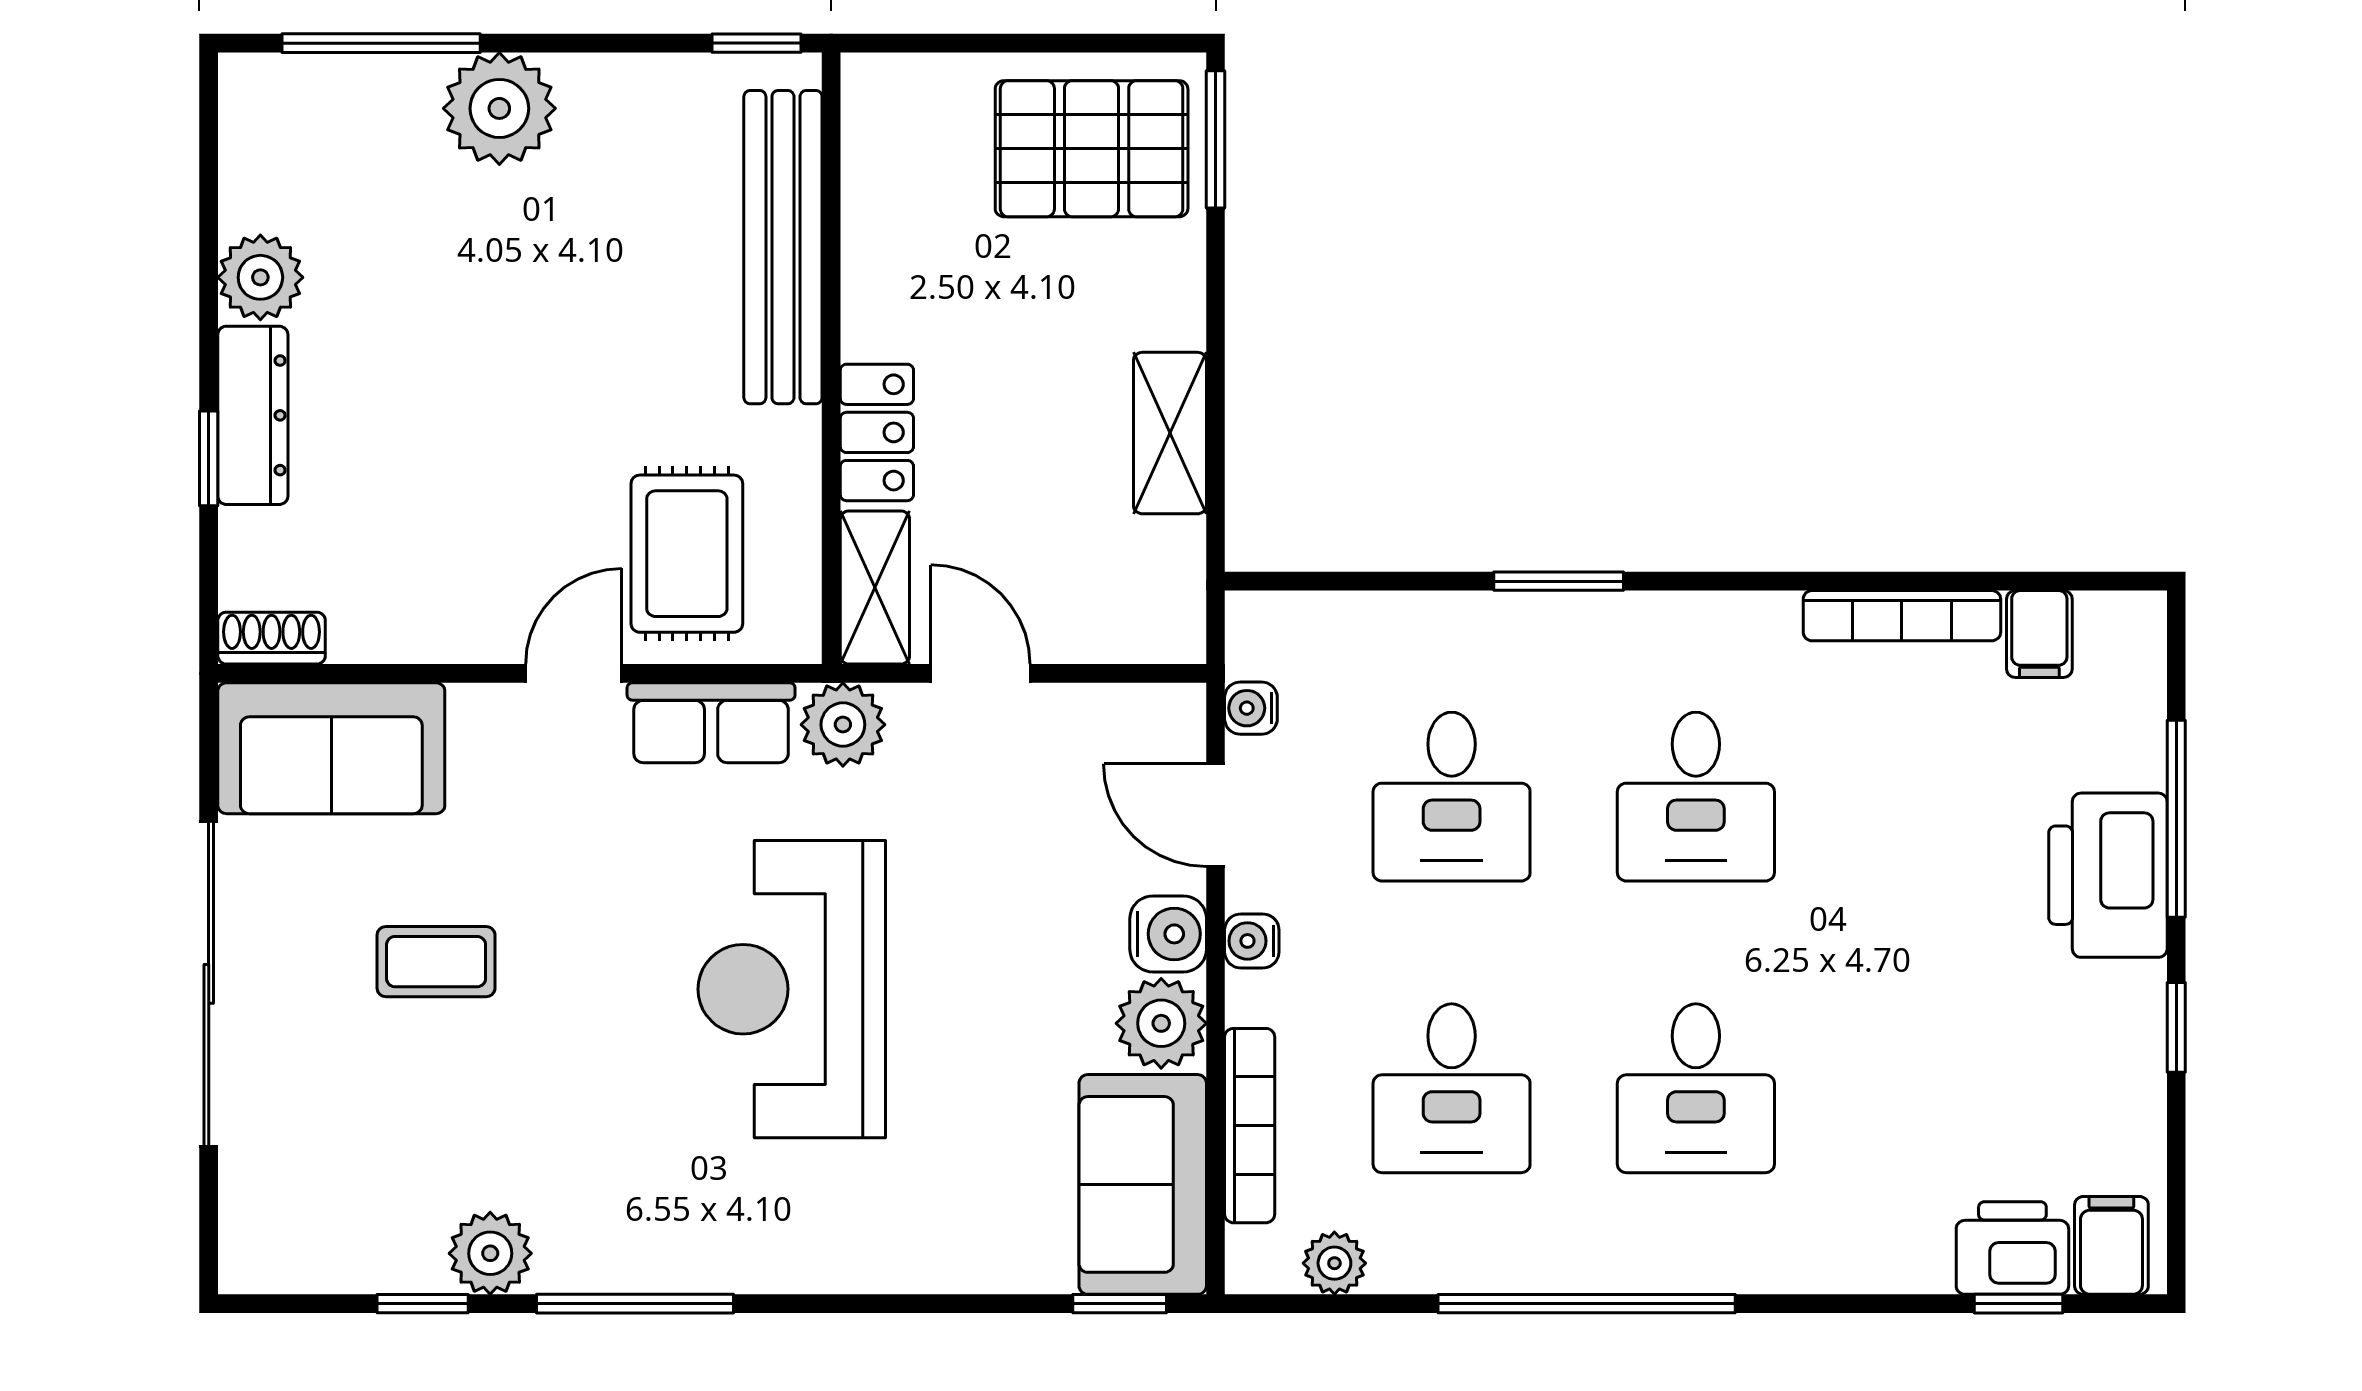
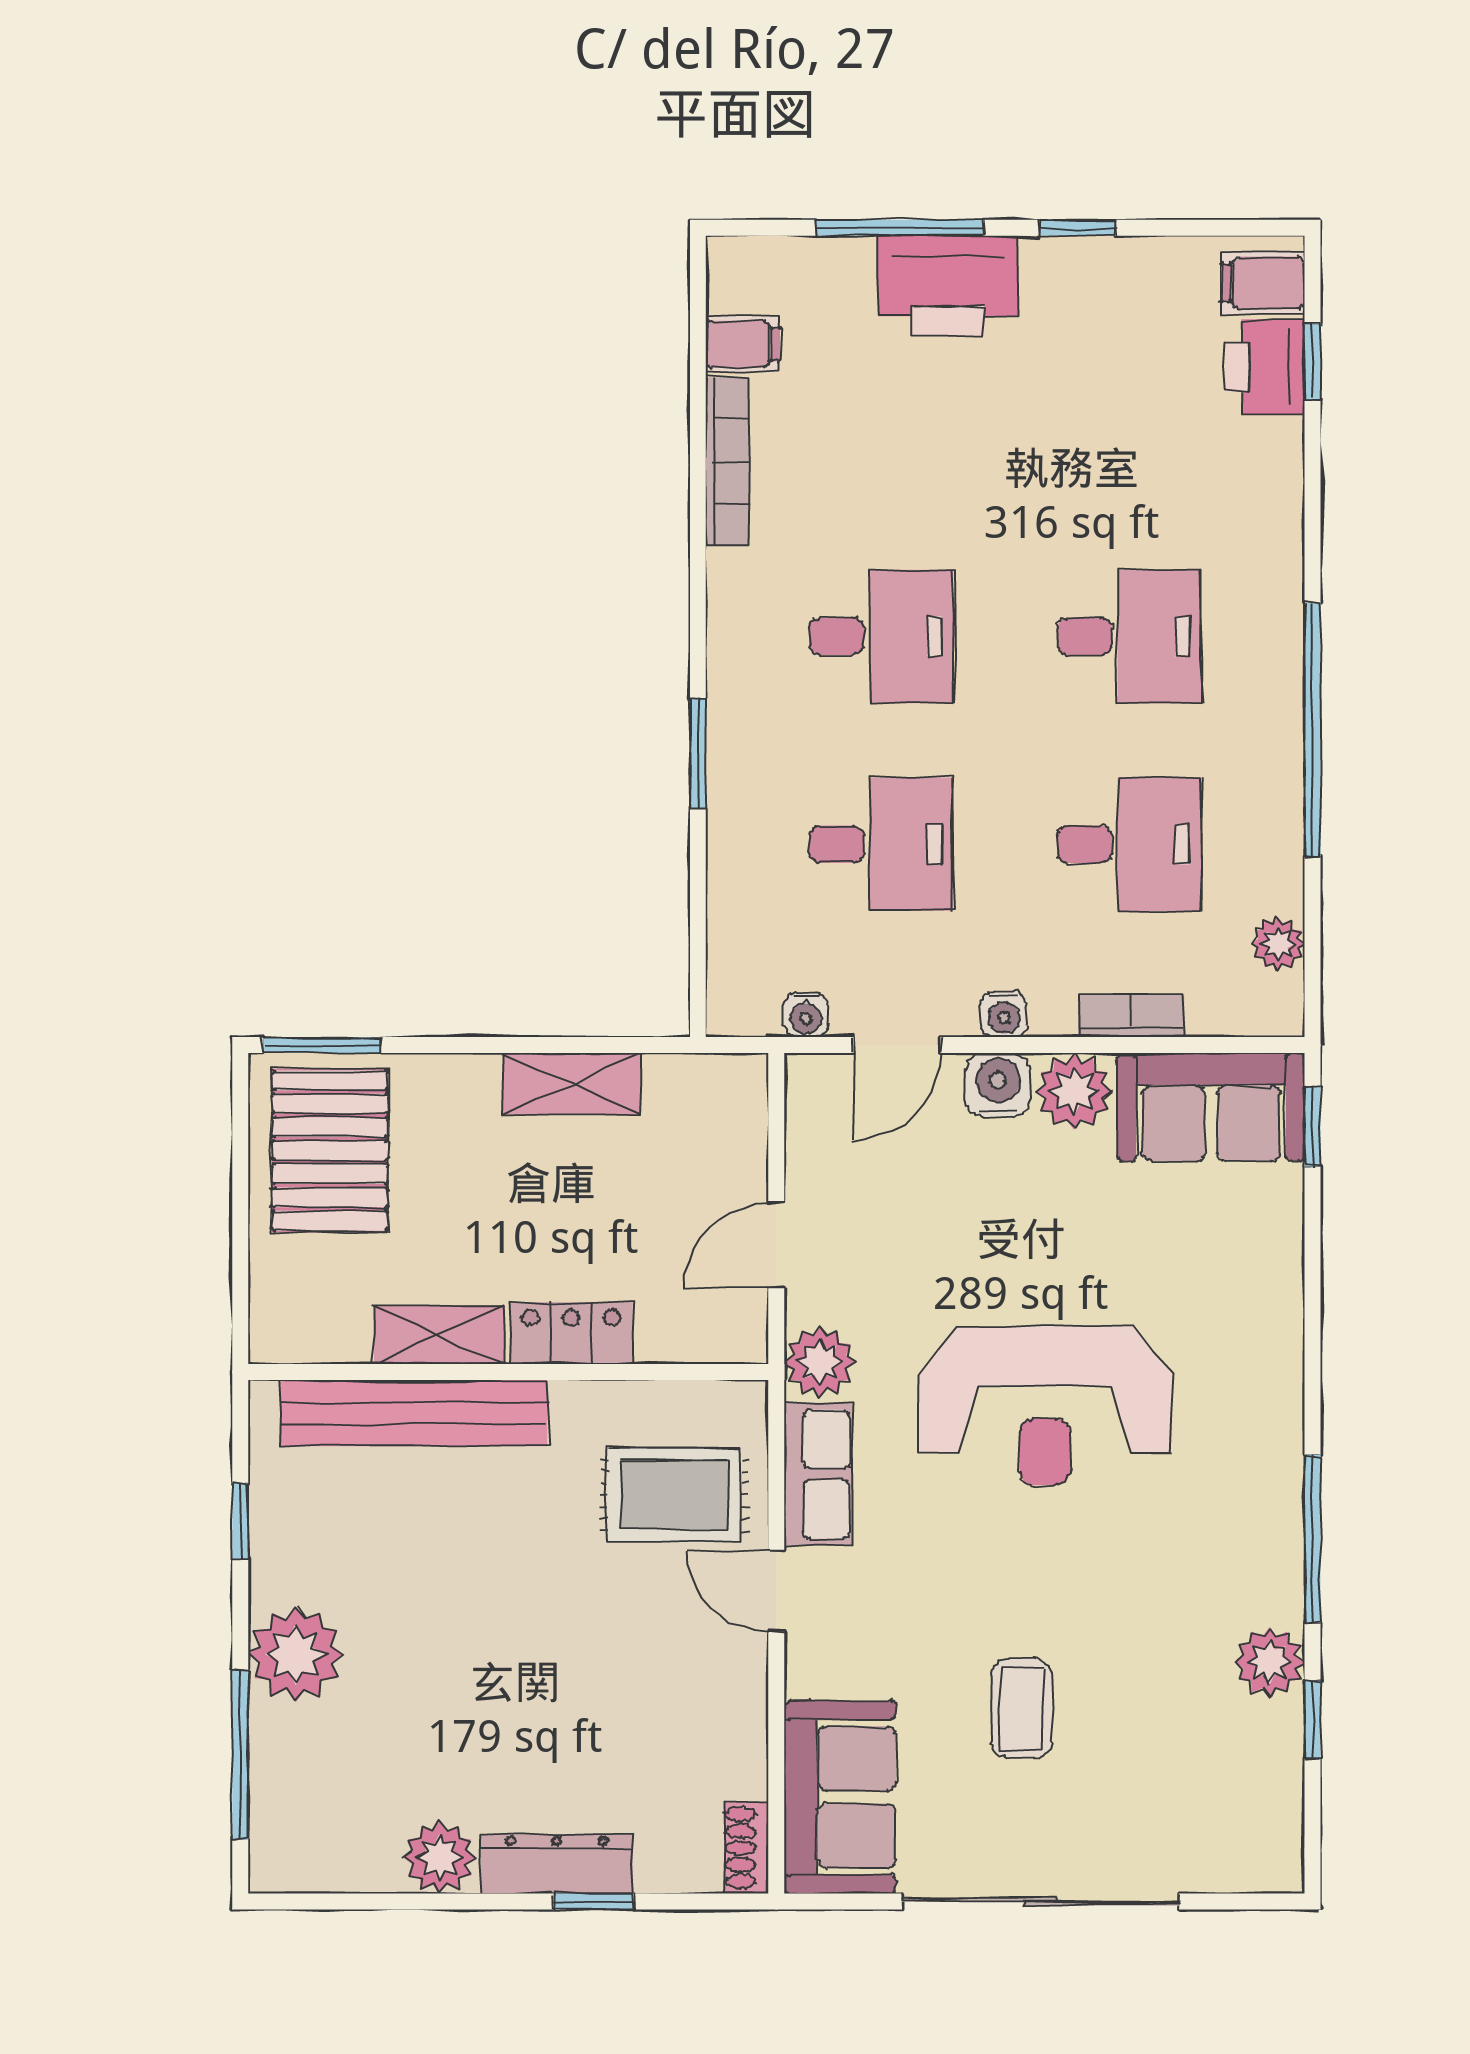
window: (757, 43) -> (240, 1521), moved
shelving: (875, 587) -> (439, 1335), moved
bookcase: (1250, 1126) -> (1131, 1016), width x0.64

